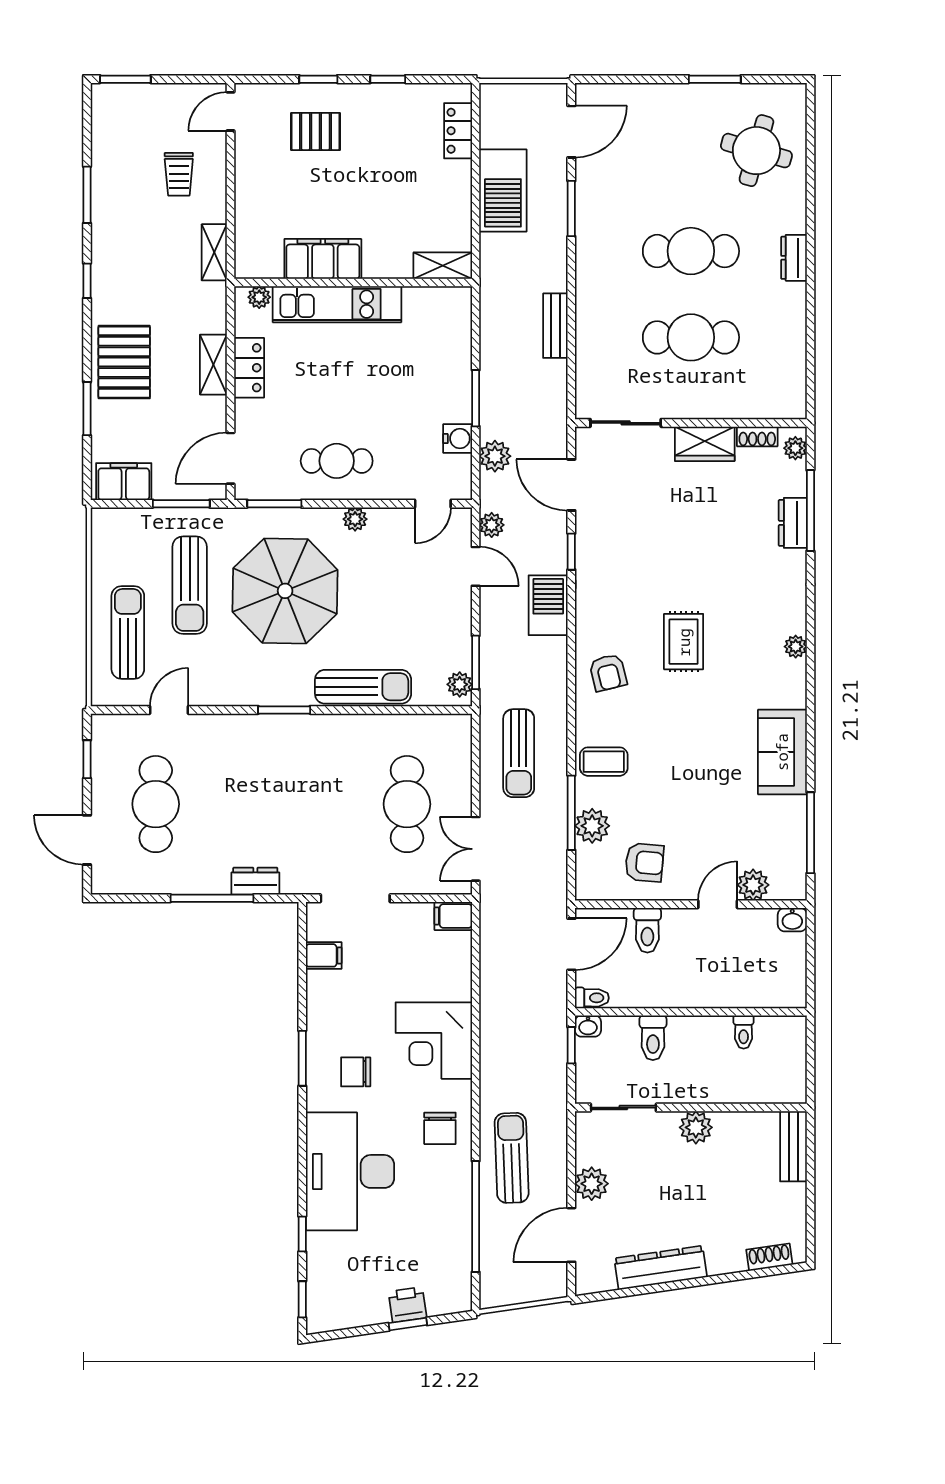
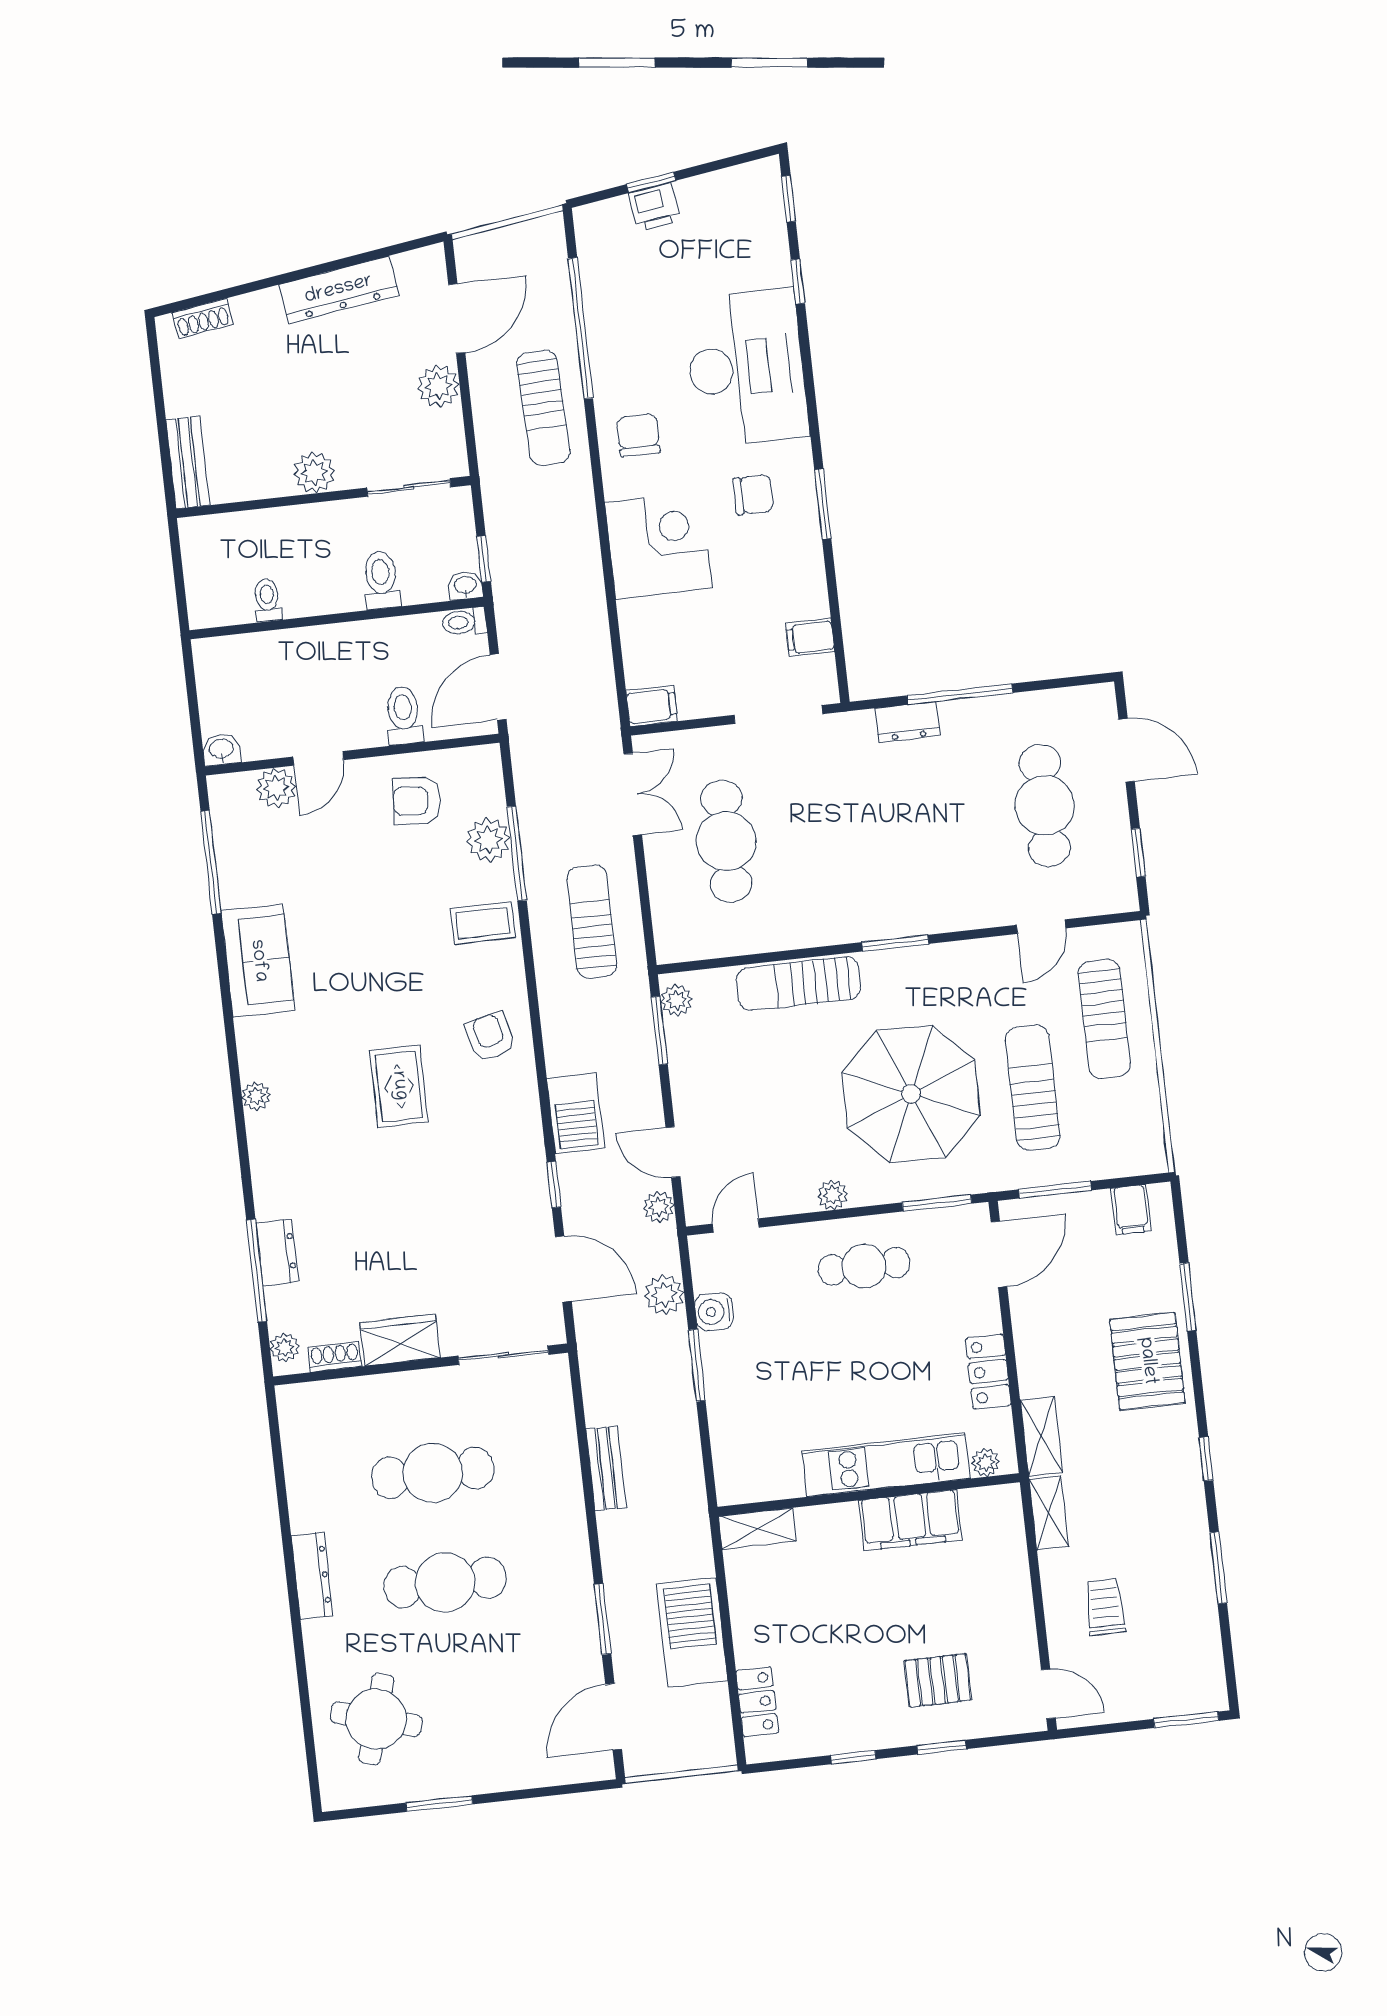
door: (231, 111) -> (1048, 1694), hinge flipped
dresser: (794, 258) -> (312, 1576), width x1.44
shelving: (213, 365) -> (1041, 1436), moved
filing cabinet: (124, 482) -> (1131, 1210), width x0.50

